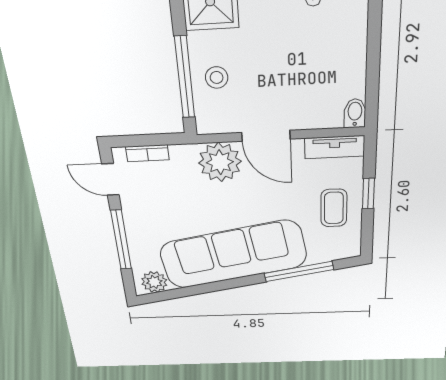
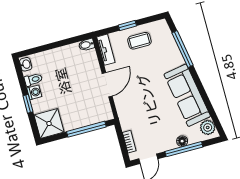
stool: (217, 77) -> (83, 114), removed
plant: (220, 162) -> (126, 105), removed
floor lamp: (136, 240) -> (182, 141), added
sofa: (233, 255) -> (187, 95), width x0.74, depth x0.79

